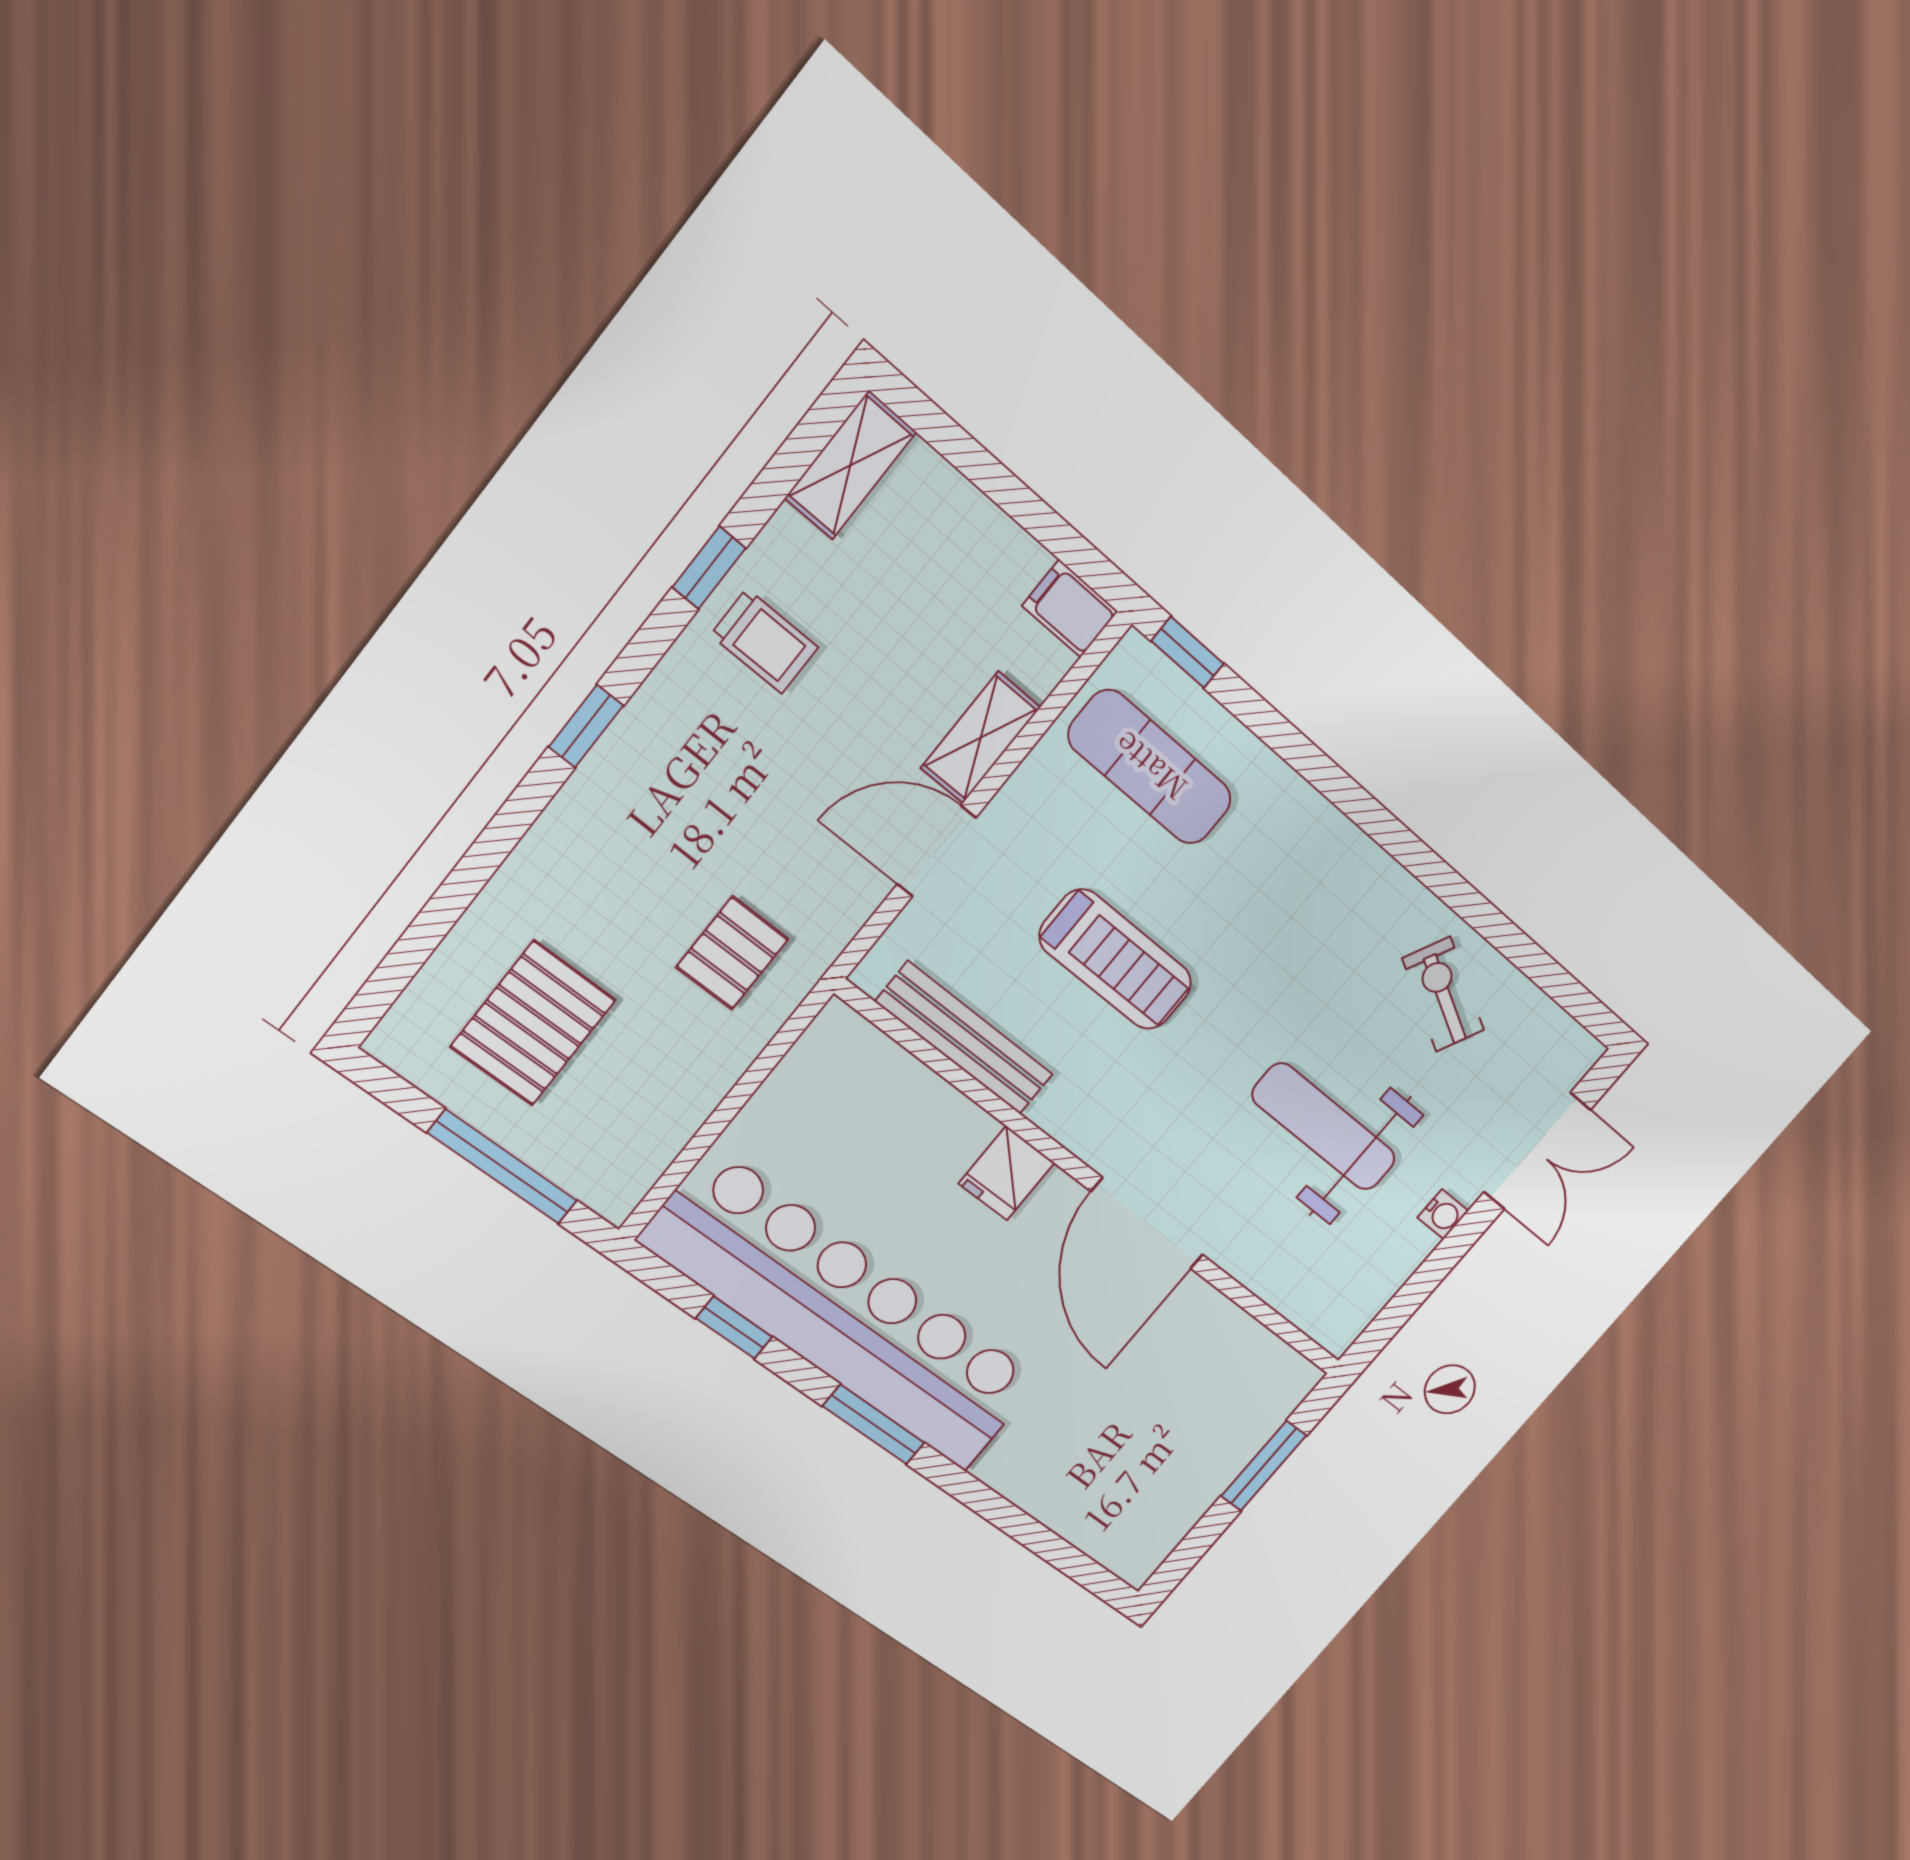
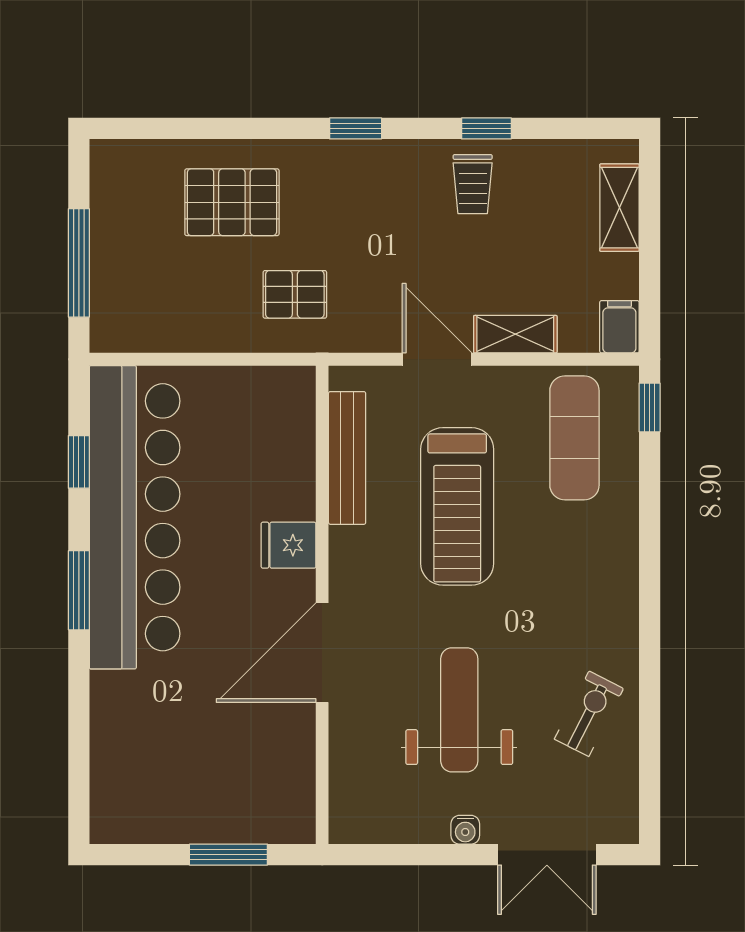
shelving: (850, 465) -> (619, 208), moved, turned 90
treadmill: (1116, 960) -> (457, 506), width x1.37, depth x1.37
pallet: (533, 1023) -> (232, 202), moved

